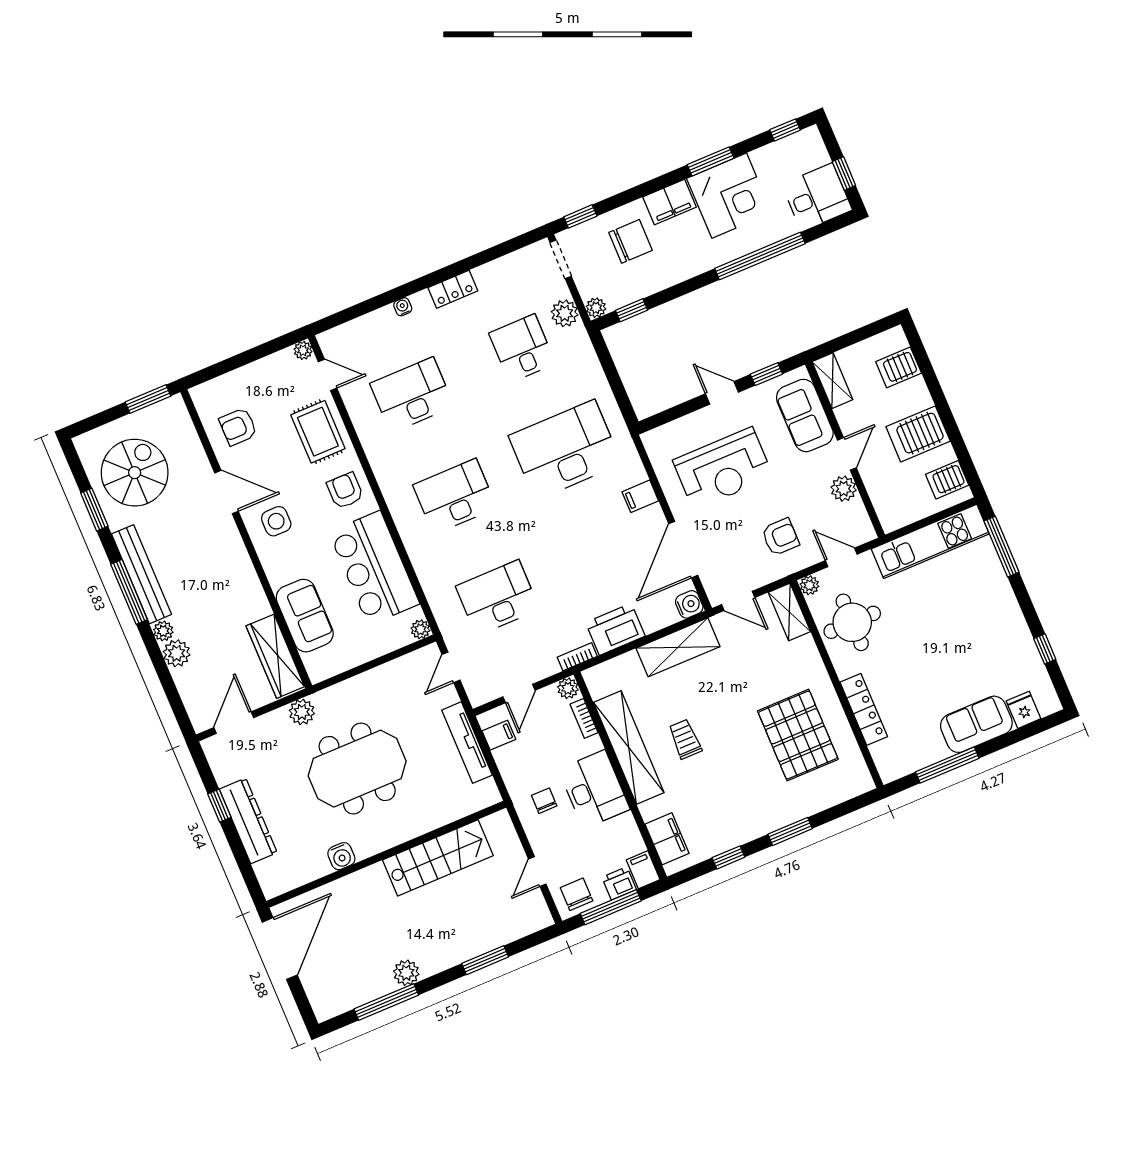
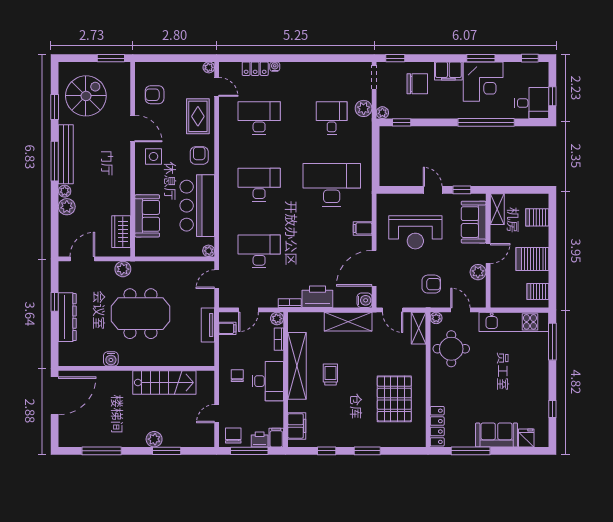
locker: (453, 289) -> (255, 69), moved
wardrobe: (275, 656) -> (121, 232), width x0.67
locker: (864, 709) -> (437, 426), moved
tv unit: (467, 743) -> (208, 325), width x0.71
plant: (406, 973) -> (154, 439), moved

